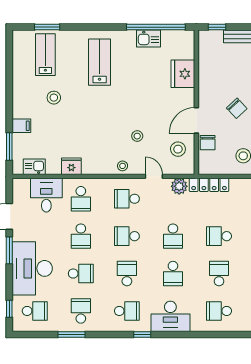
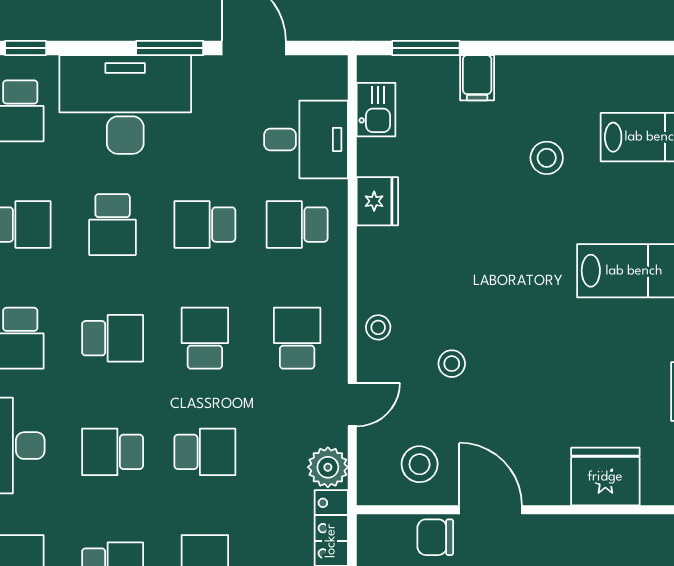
school desk: (173, 236) -> (205, 452), turned 180

